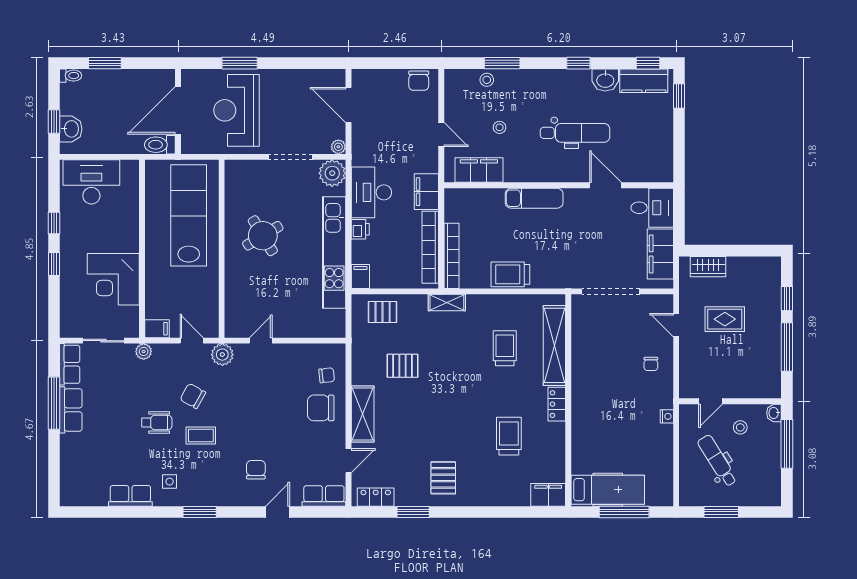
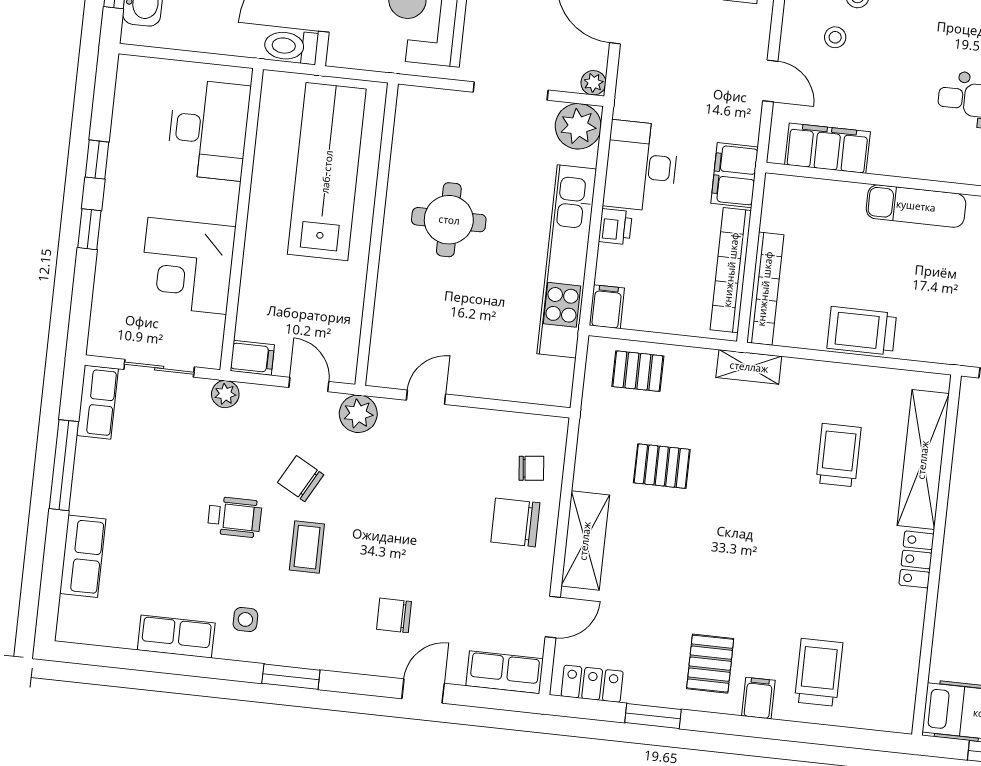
stool: (499, 127) -> (835, 37), moved
desk: (91, 182) -> (208, 130), moved, turned 90
round table: (263, 236) -> (449, 220), turned 31
row of seats: (71, 410) -> (83, 556), moved
coffee table: (201, 435) -> (307, 547), turned 90
trolley: (509, 436) -> (819, 672), moved
chair: (256, 470) -> (394, 615), turned -90
filing cabinet: (548, 495) -> (758, 698), moved, width x0.50

